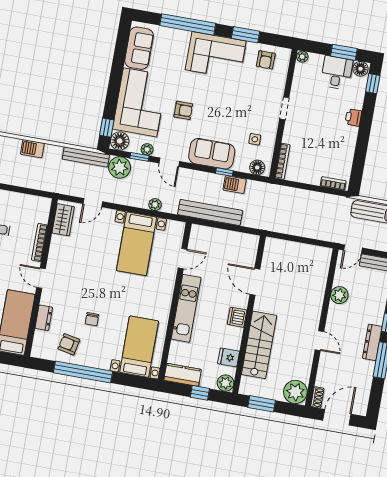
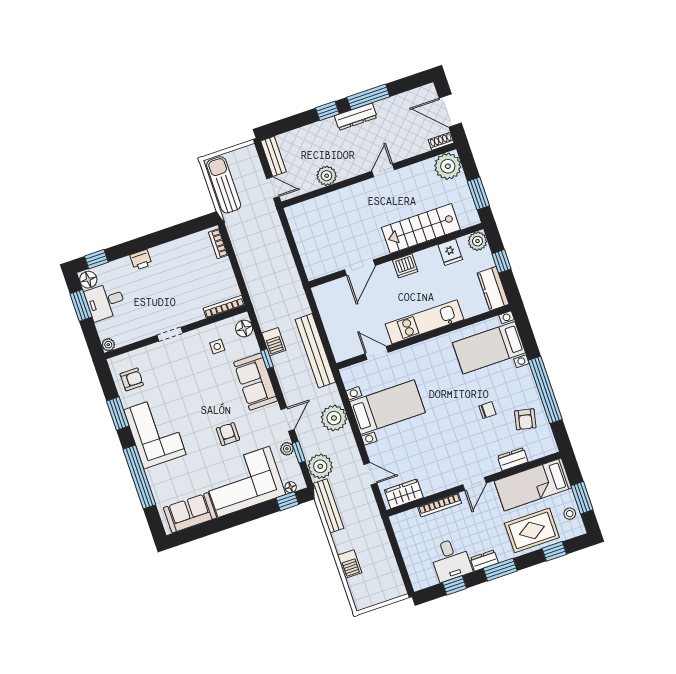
floor lamp: (120, 141) -> (291, 487), width x0.53, depth x0.53
plant: (155, 205) -> (334, 418), width x1.88, depth x1.88

